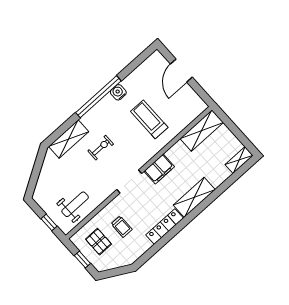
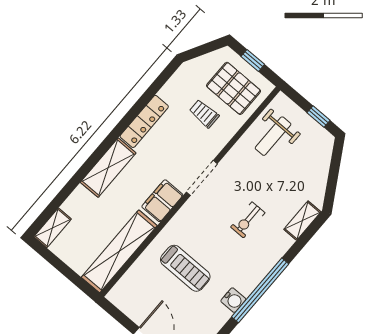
shelving: (202, 131) -> (119, 251), width x1.47
shelving: (69, 139) -> (302, 221), width x0.67, depth x0.75
window: (49, 222) -> (318, 117), moved
pallet: (99, 242) -> (234, 88), width x1.50, depth x1.42

